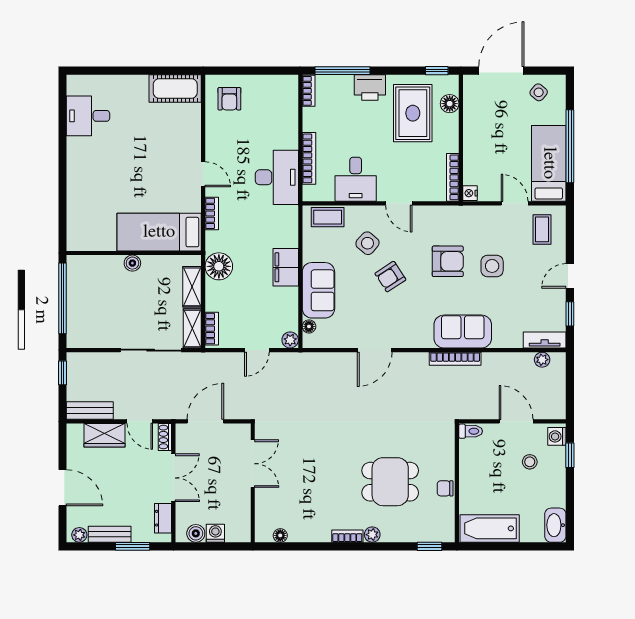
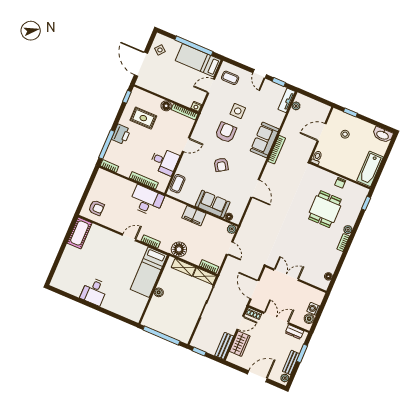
floor lamp: (450, 104) -> (166, 106), moved
rug: (413, 113) -> (143, 118), width x0.73, depth x0.70
desk: (88, 116) -> (94, 291), moved
side table: (367, 243) -> (199, 169), removed
washing machine: (557, 436) -> (338, 115), removed

